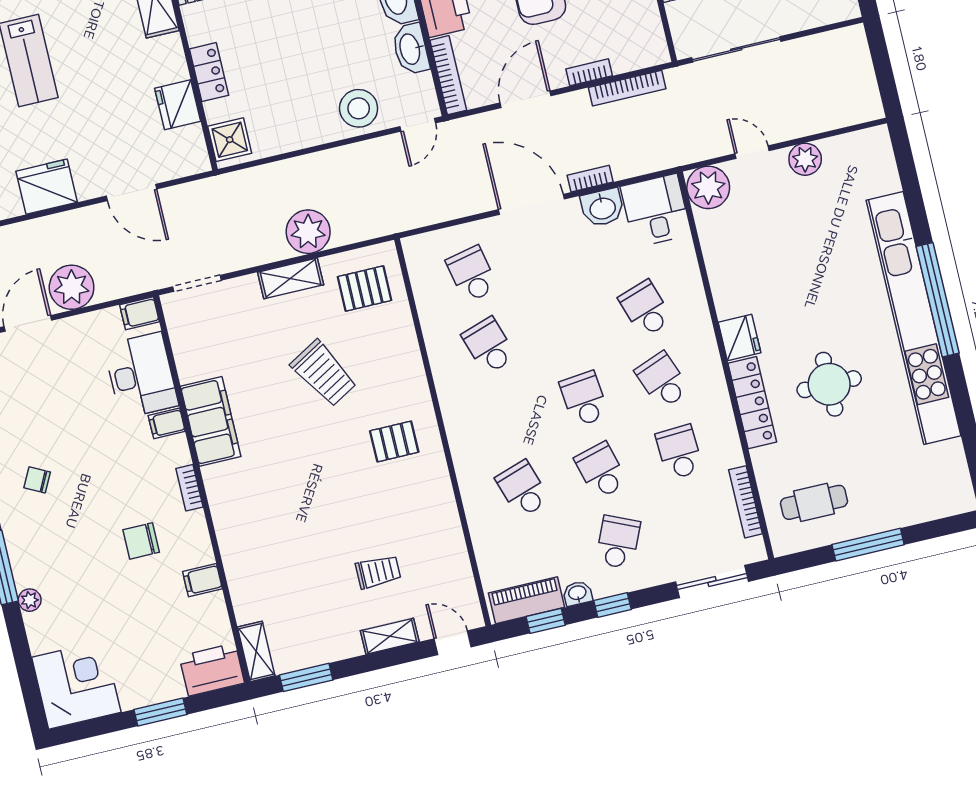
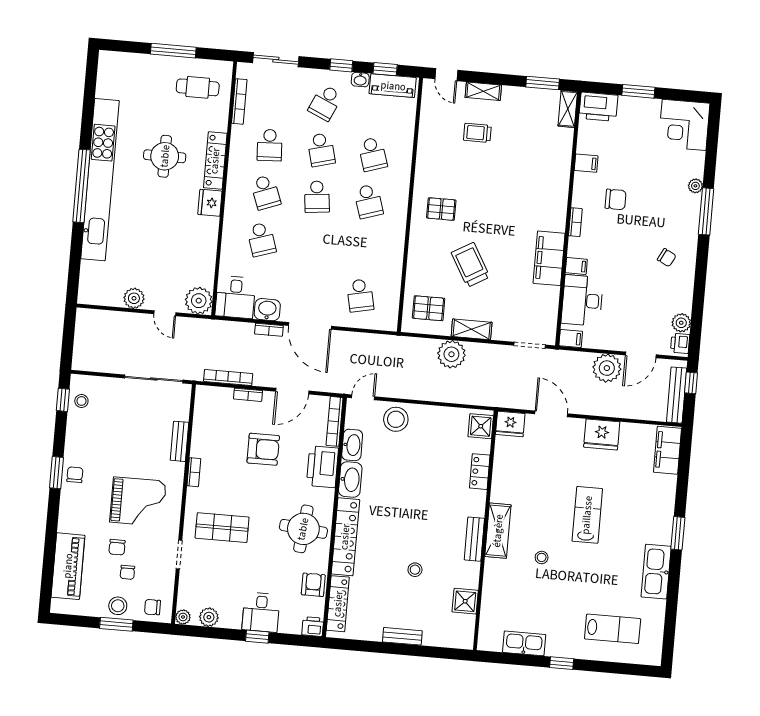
fridge: (178, 105) -> (510, 424), moved, turned 90
school desk: (489, 346) -> (368, 201), moved

